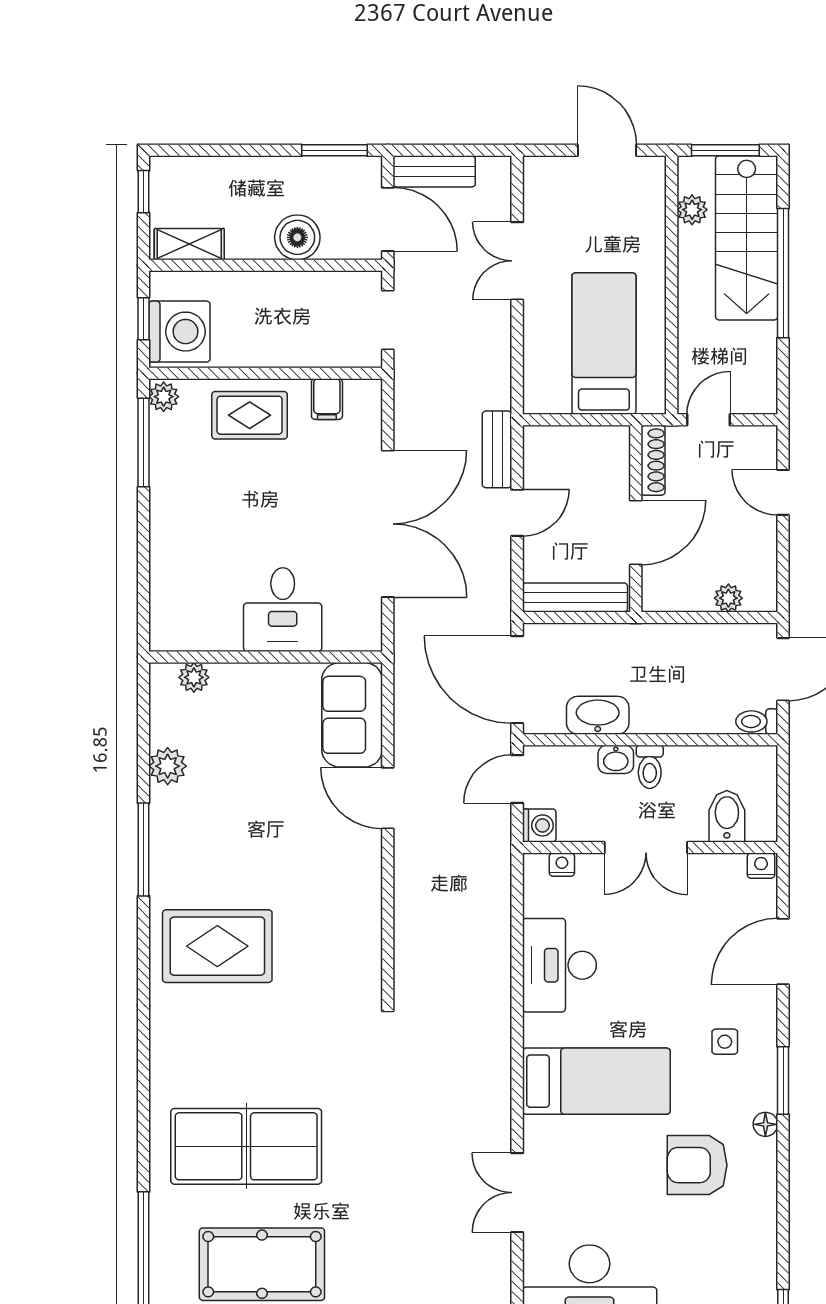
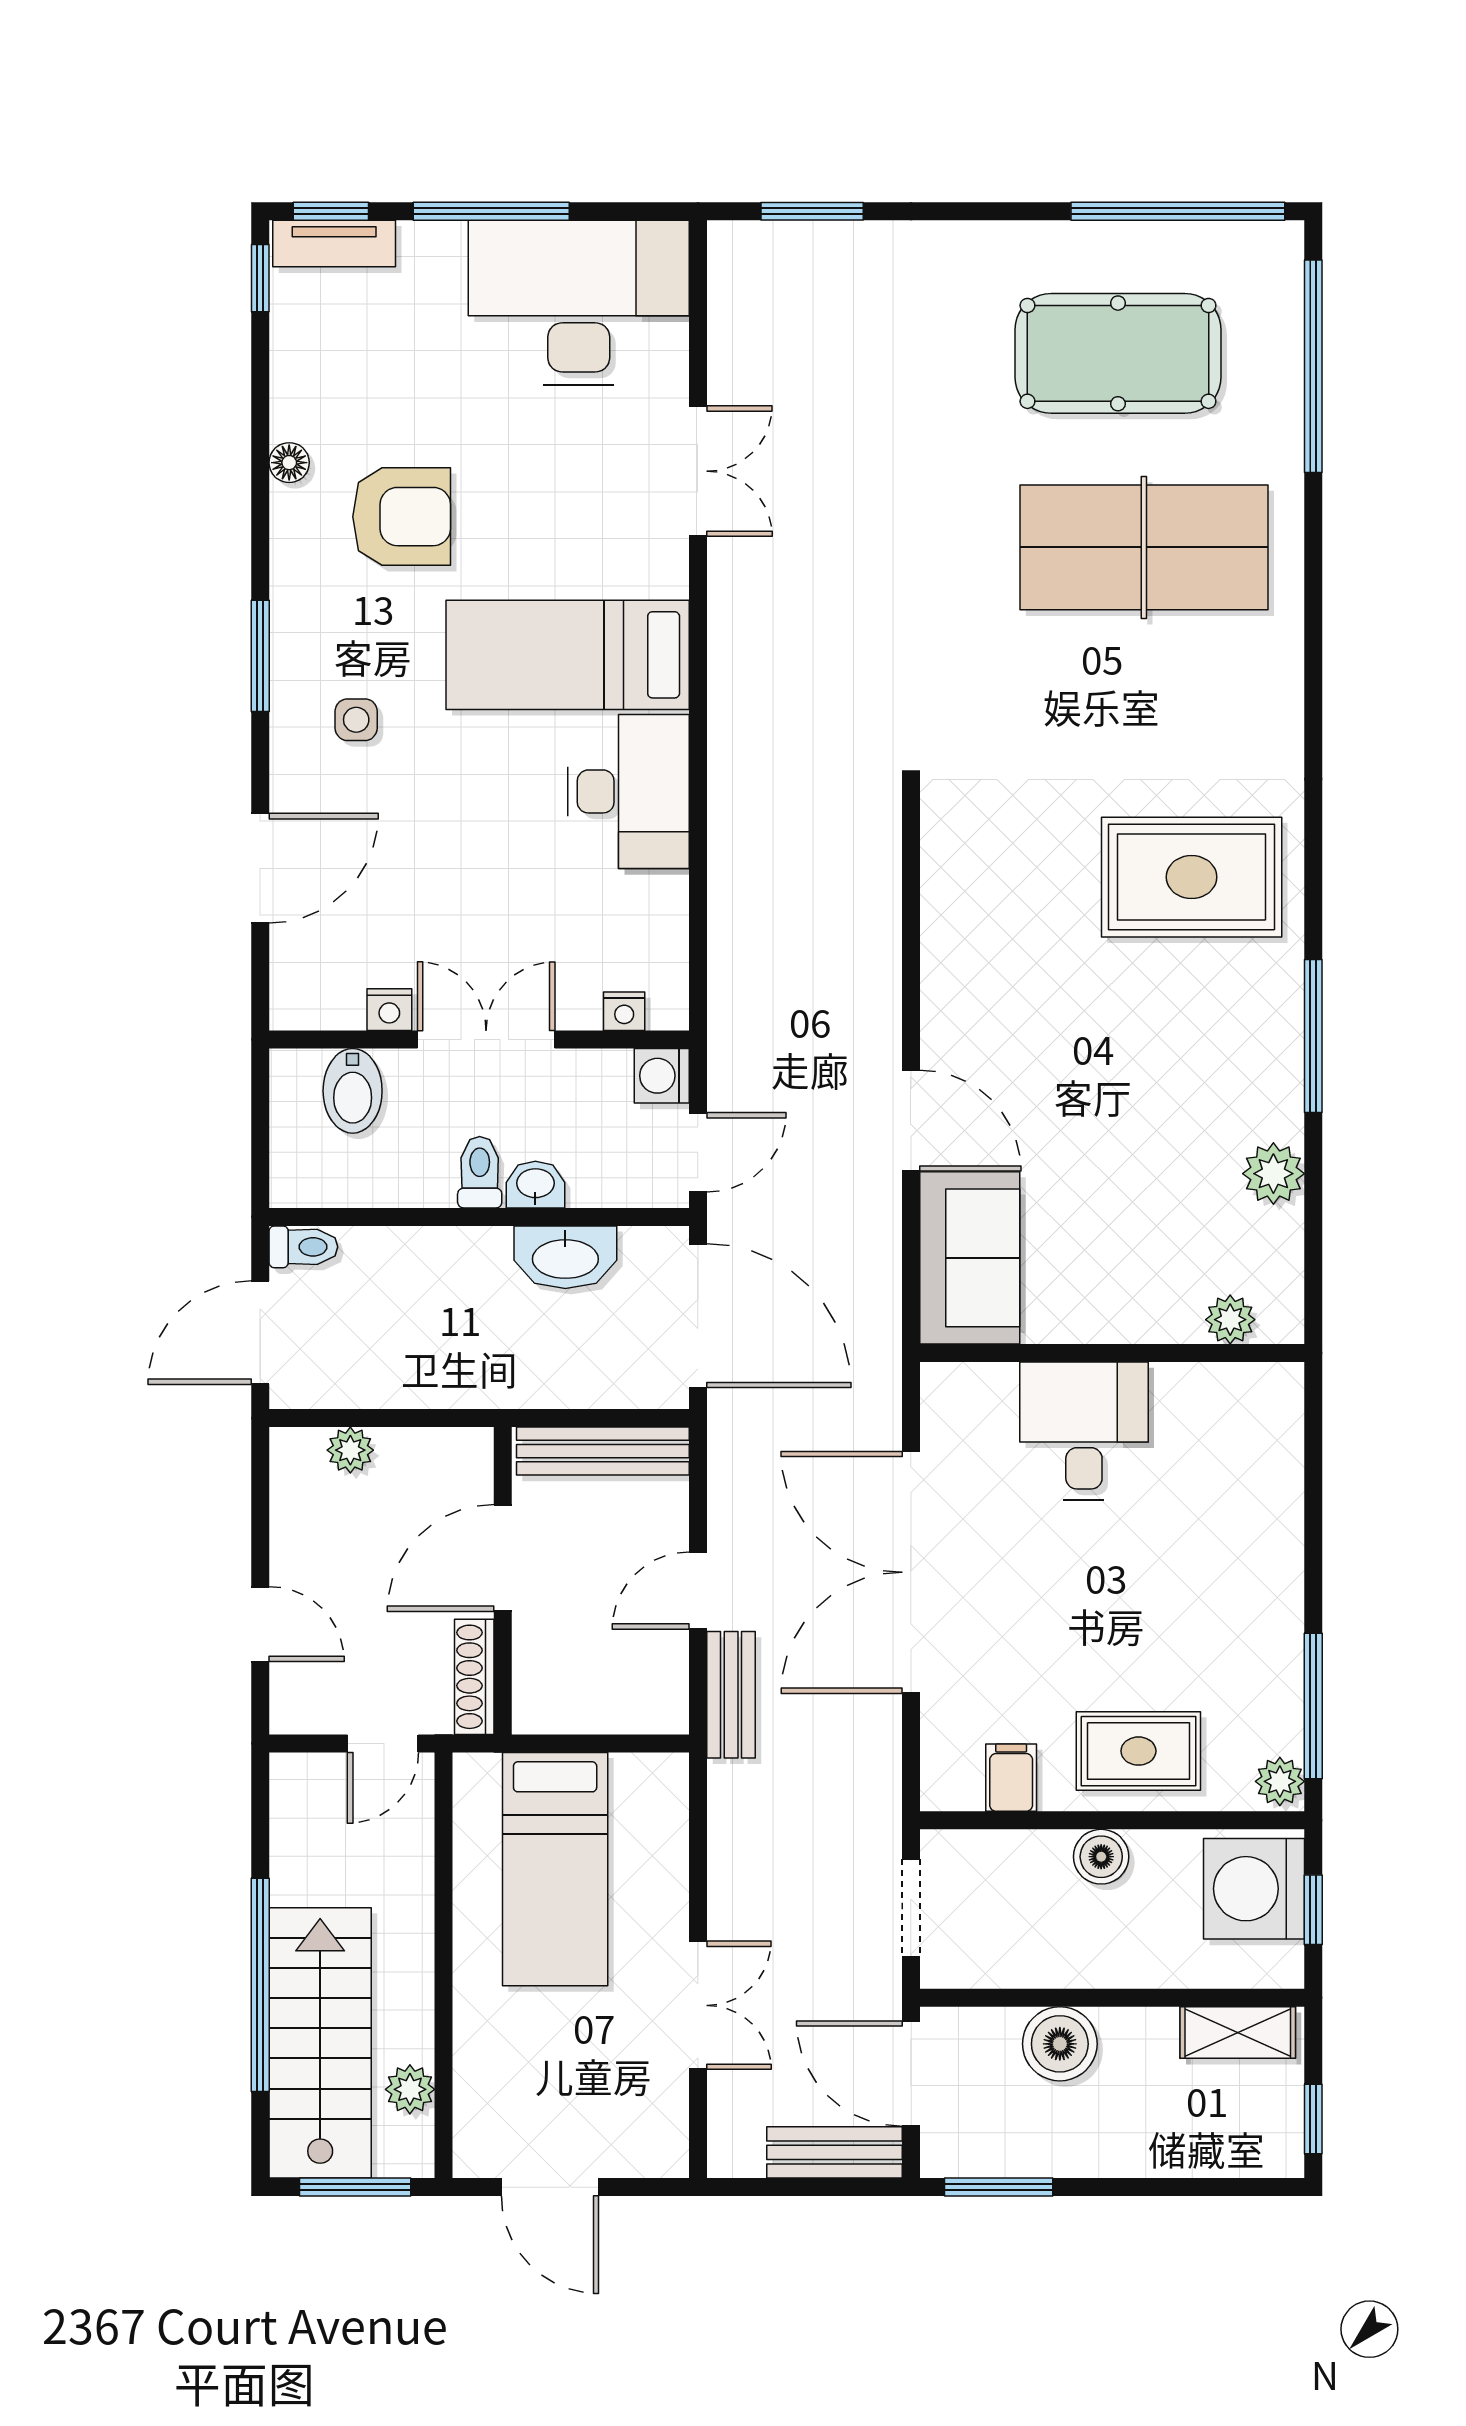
boiler: (272, 351) -> (1101, 1857), added
nightstand: (761, 866) -> (389, 1010), moved
desk: (559, 965) -> (628, 791), moved
floor lamp: (765, 1124) -> (289, 463), moved

